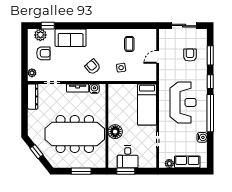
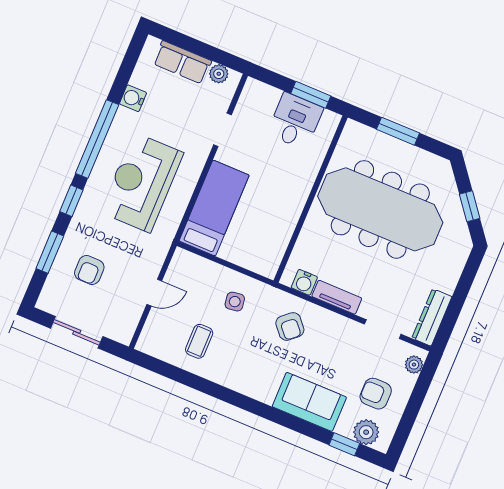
floor lamp: (115, 132) -> (299, 181), removed

